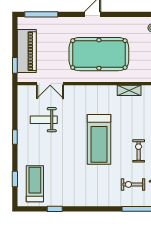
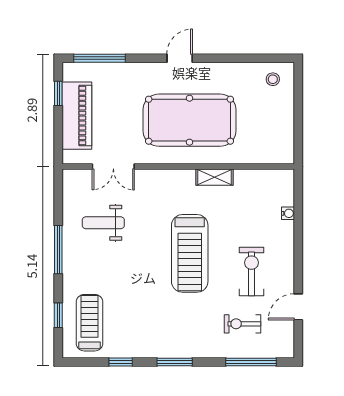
window: (15, 65) -> (58, 93), moved
shelving: (129, 90) -> (215, 177), moved
window: (15, 137) -> (58, 250), width x2.17
exercise bike: (139, 151) -> (252, 271), width x1.38, depth x1.39
window: (89, 209) -> (175, 362), added

